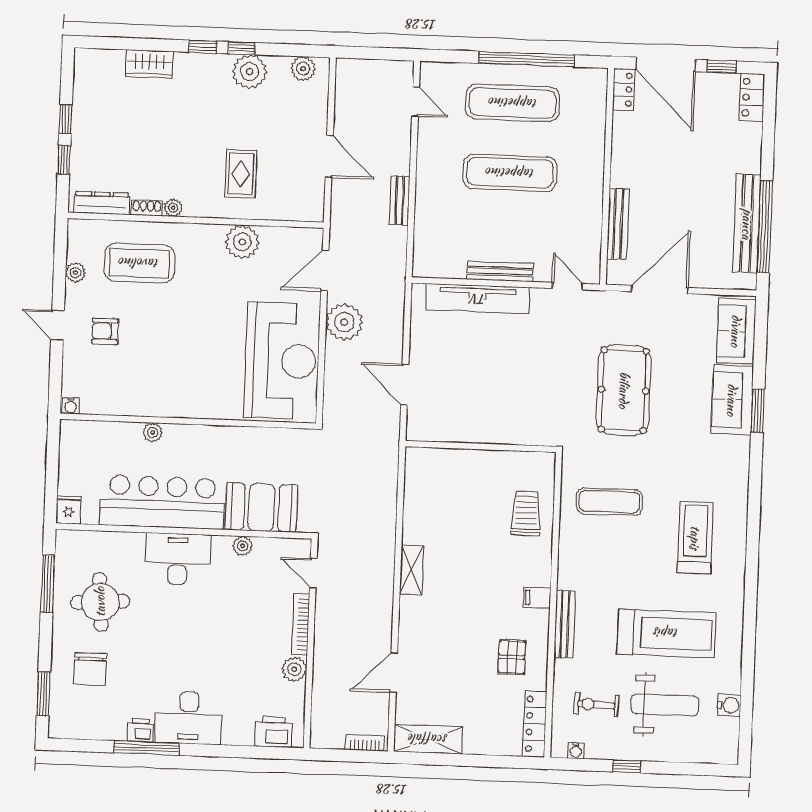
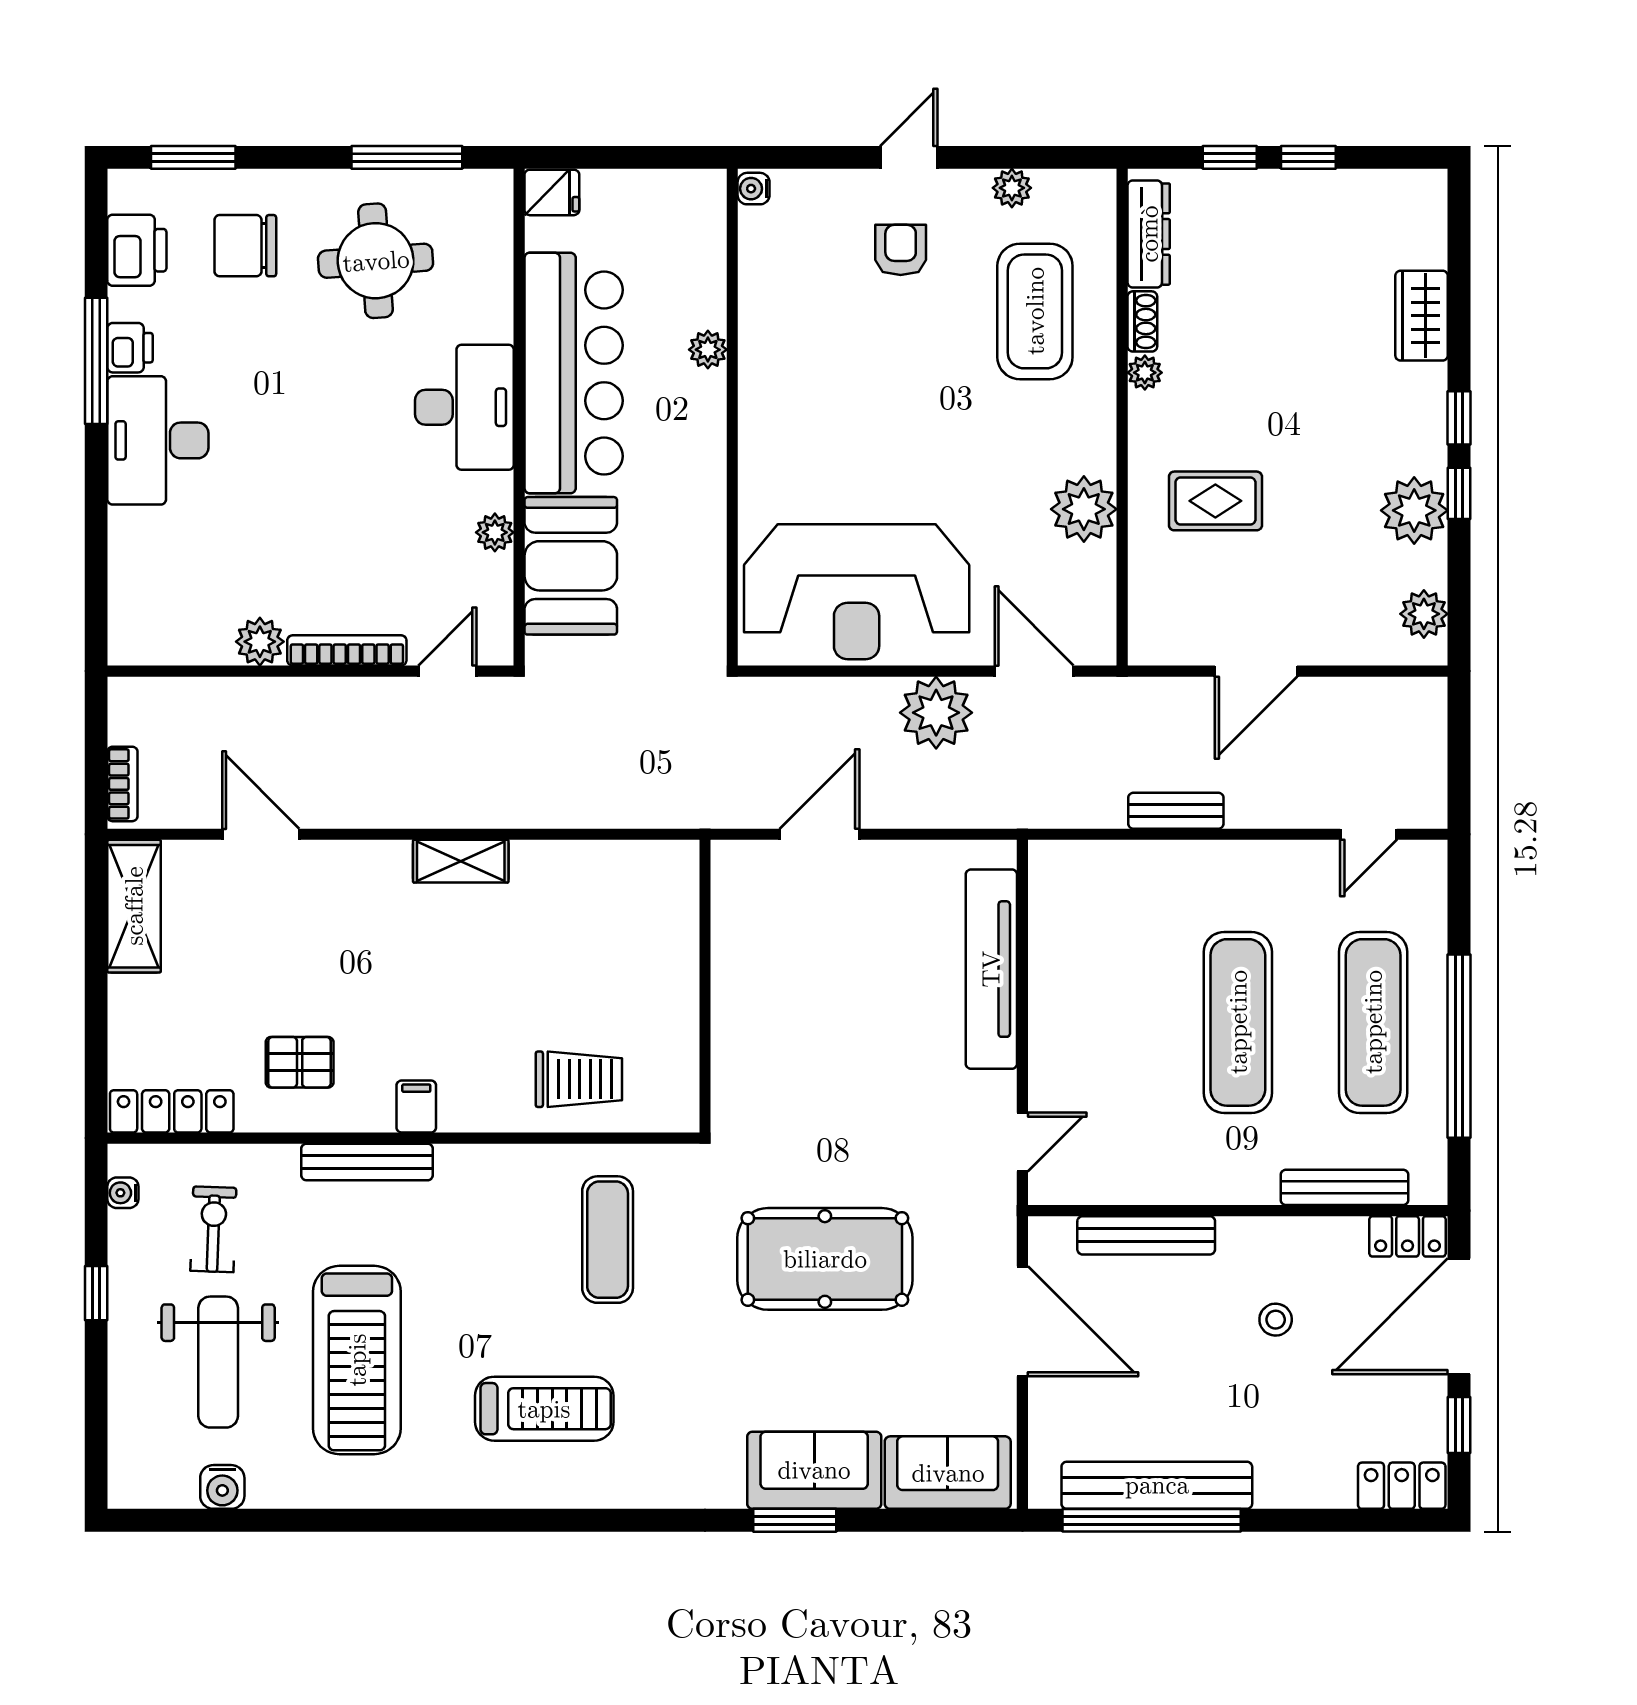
stool: (664, 159) -> (1276, 1320), added
bench: (500, 271) -> (1345, 1187), moved, turned 90
printer: (273, 732) -> (137, 250), moved

